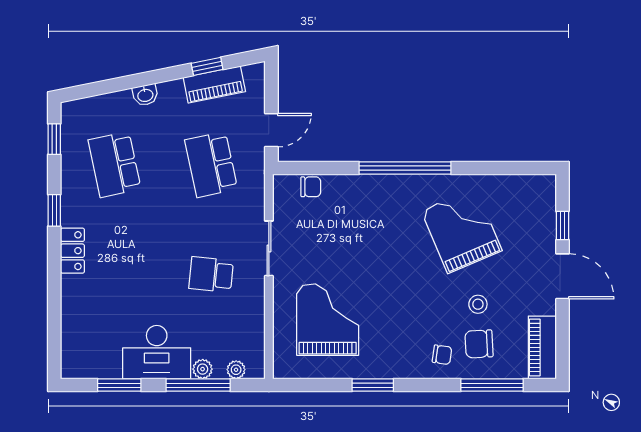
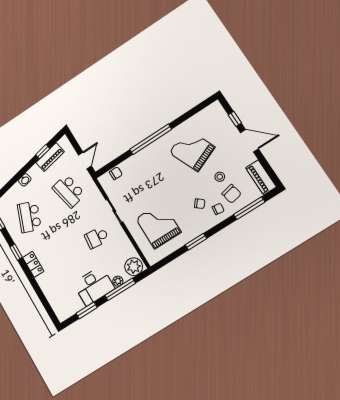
school desk: (115, 164) -> (29, 217), turned 33
chair: (418, 327) -> (200, 204), added
chair: (479, 344) -> (232, 194), turned -99
plant: (236, 370) -> (134, 267), width x1.87, depth x1.87

